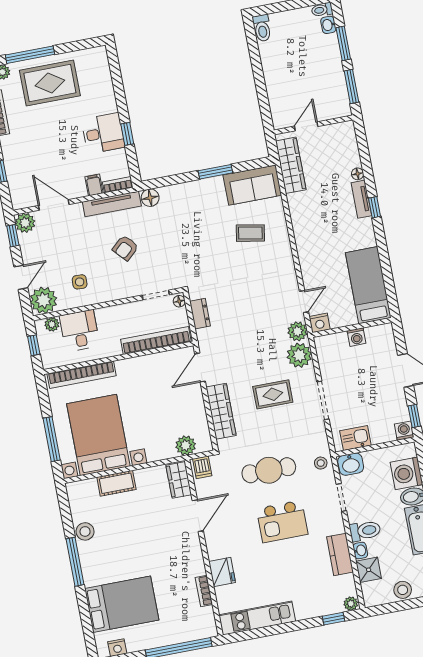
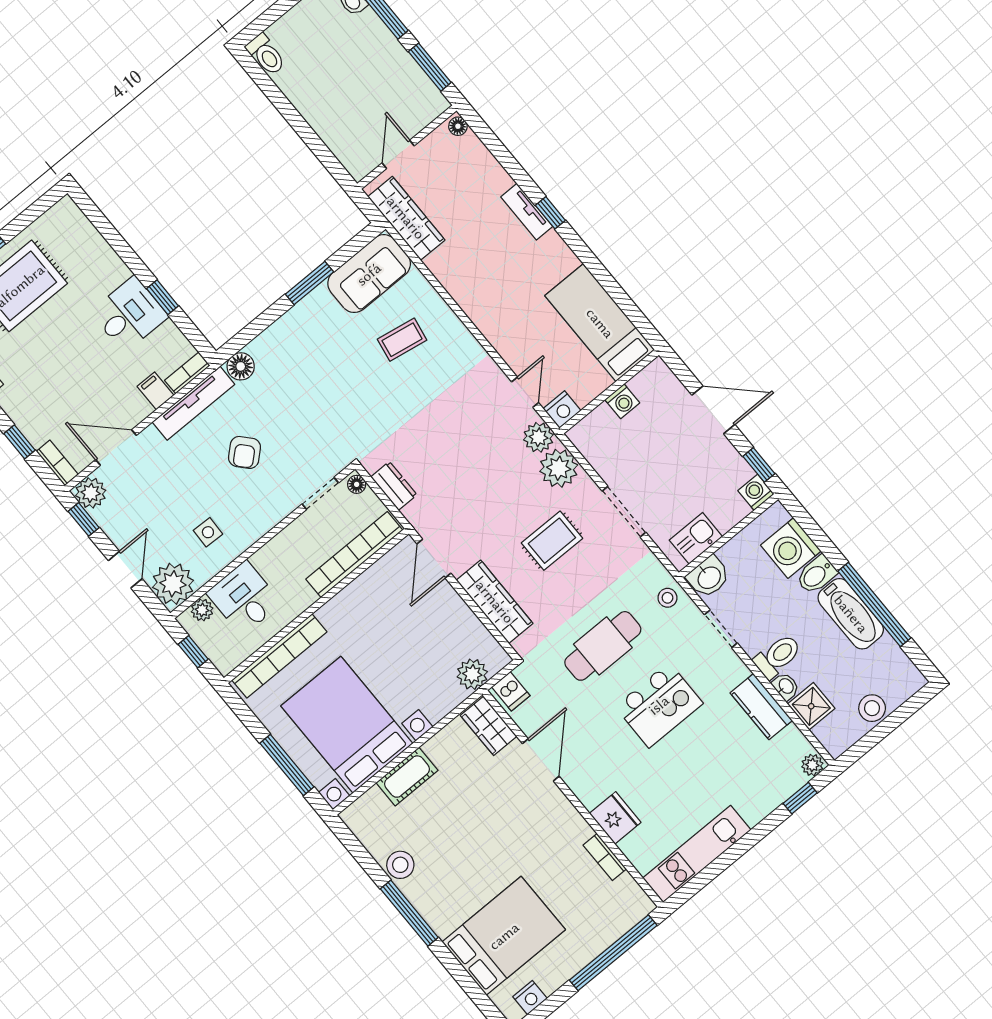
floor lamp: (358, 174) -> (458, 126), moved
bookcase: (16, 195) -> (57, 463), added

